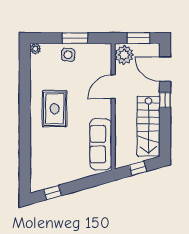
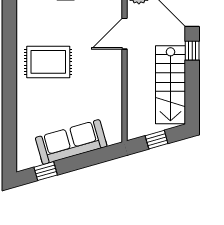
rug: (55, 109) -> (48, 62), turned 90
sofa: (101, 144) -> (71, 142), moved, turned 74

